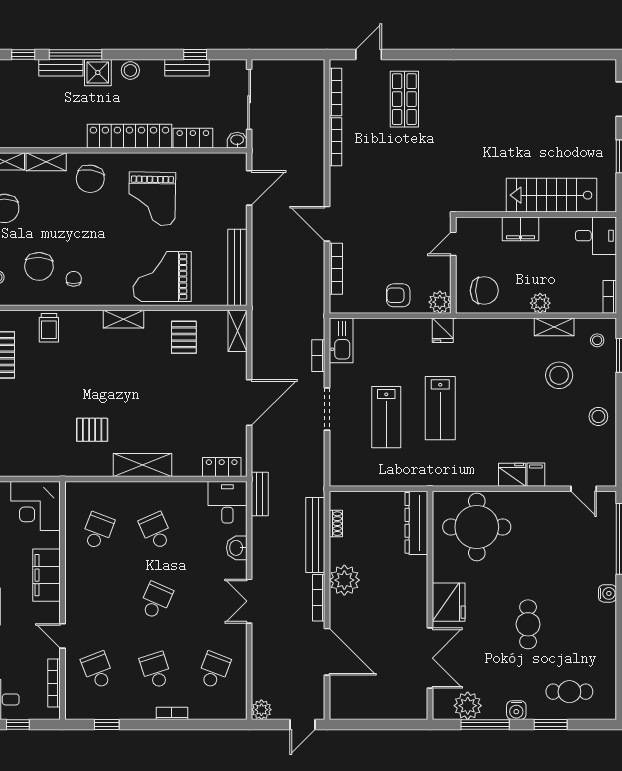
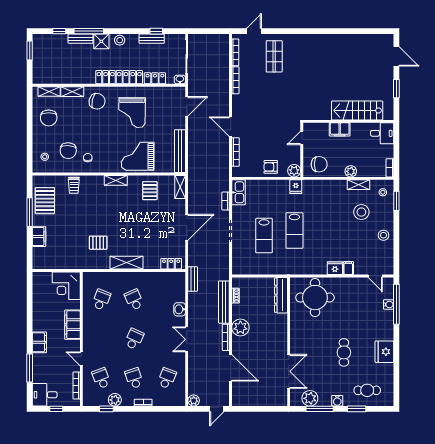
chair: (90, 179) -> (97, 101), turned -87
desk: (227, 502) -> (174, 284), removed
water cooler: (607, 593) -> (389, 305), moved
fridge: (449, 602) -> (384, 352), moved, turned 180
plant: (122, 708) -> (115, 400), added

